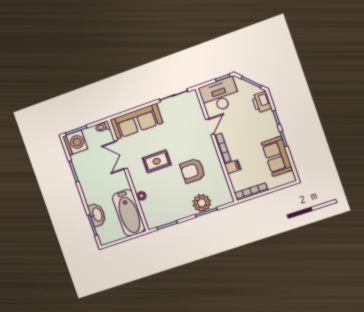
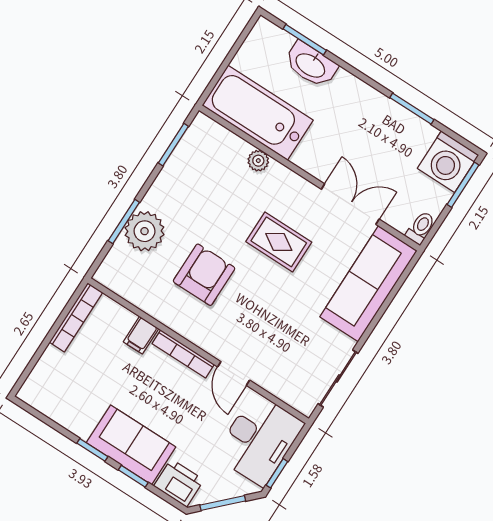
sofa: (277, 156) -> (131, 445), moved
rug: (157, 161) -> (279, 242), turned 90

